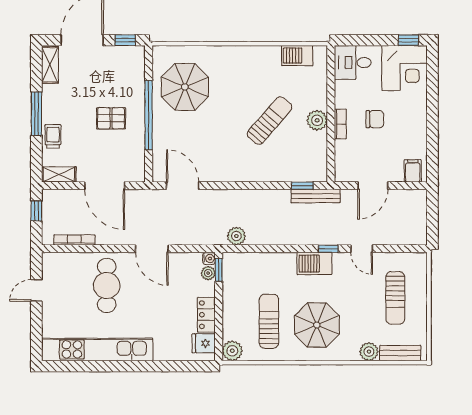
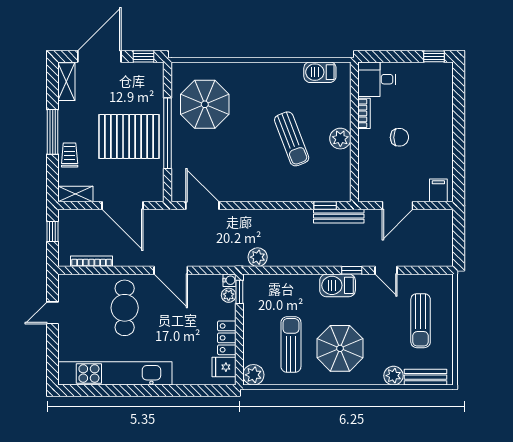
corner desk: (405, 68) -> (430, 85), removed
pallet: (111, 118) -> (129, 136), width x2.05, depth x2.00
sun lounger: (270, 121) -> (292, 139), turned 118
bookcase: (340, 124) -> (364, 113), moved

